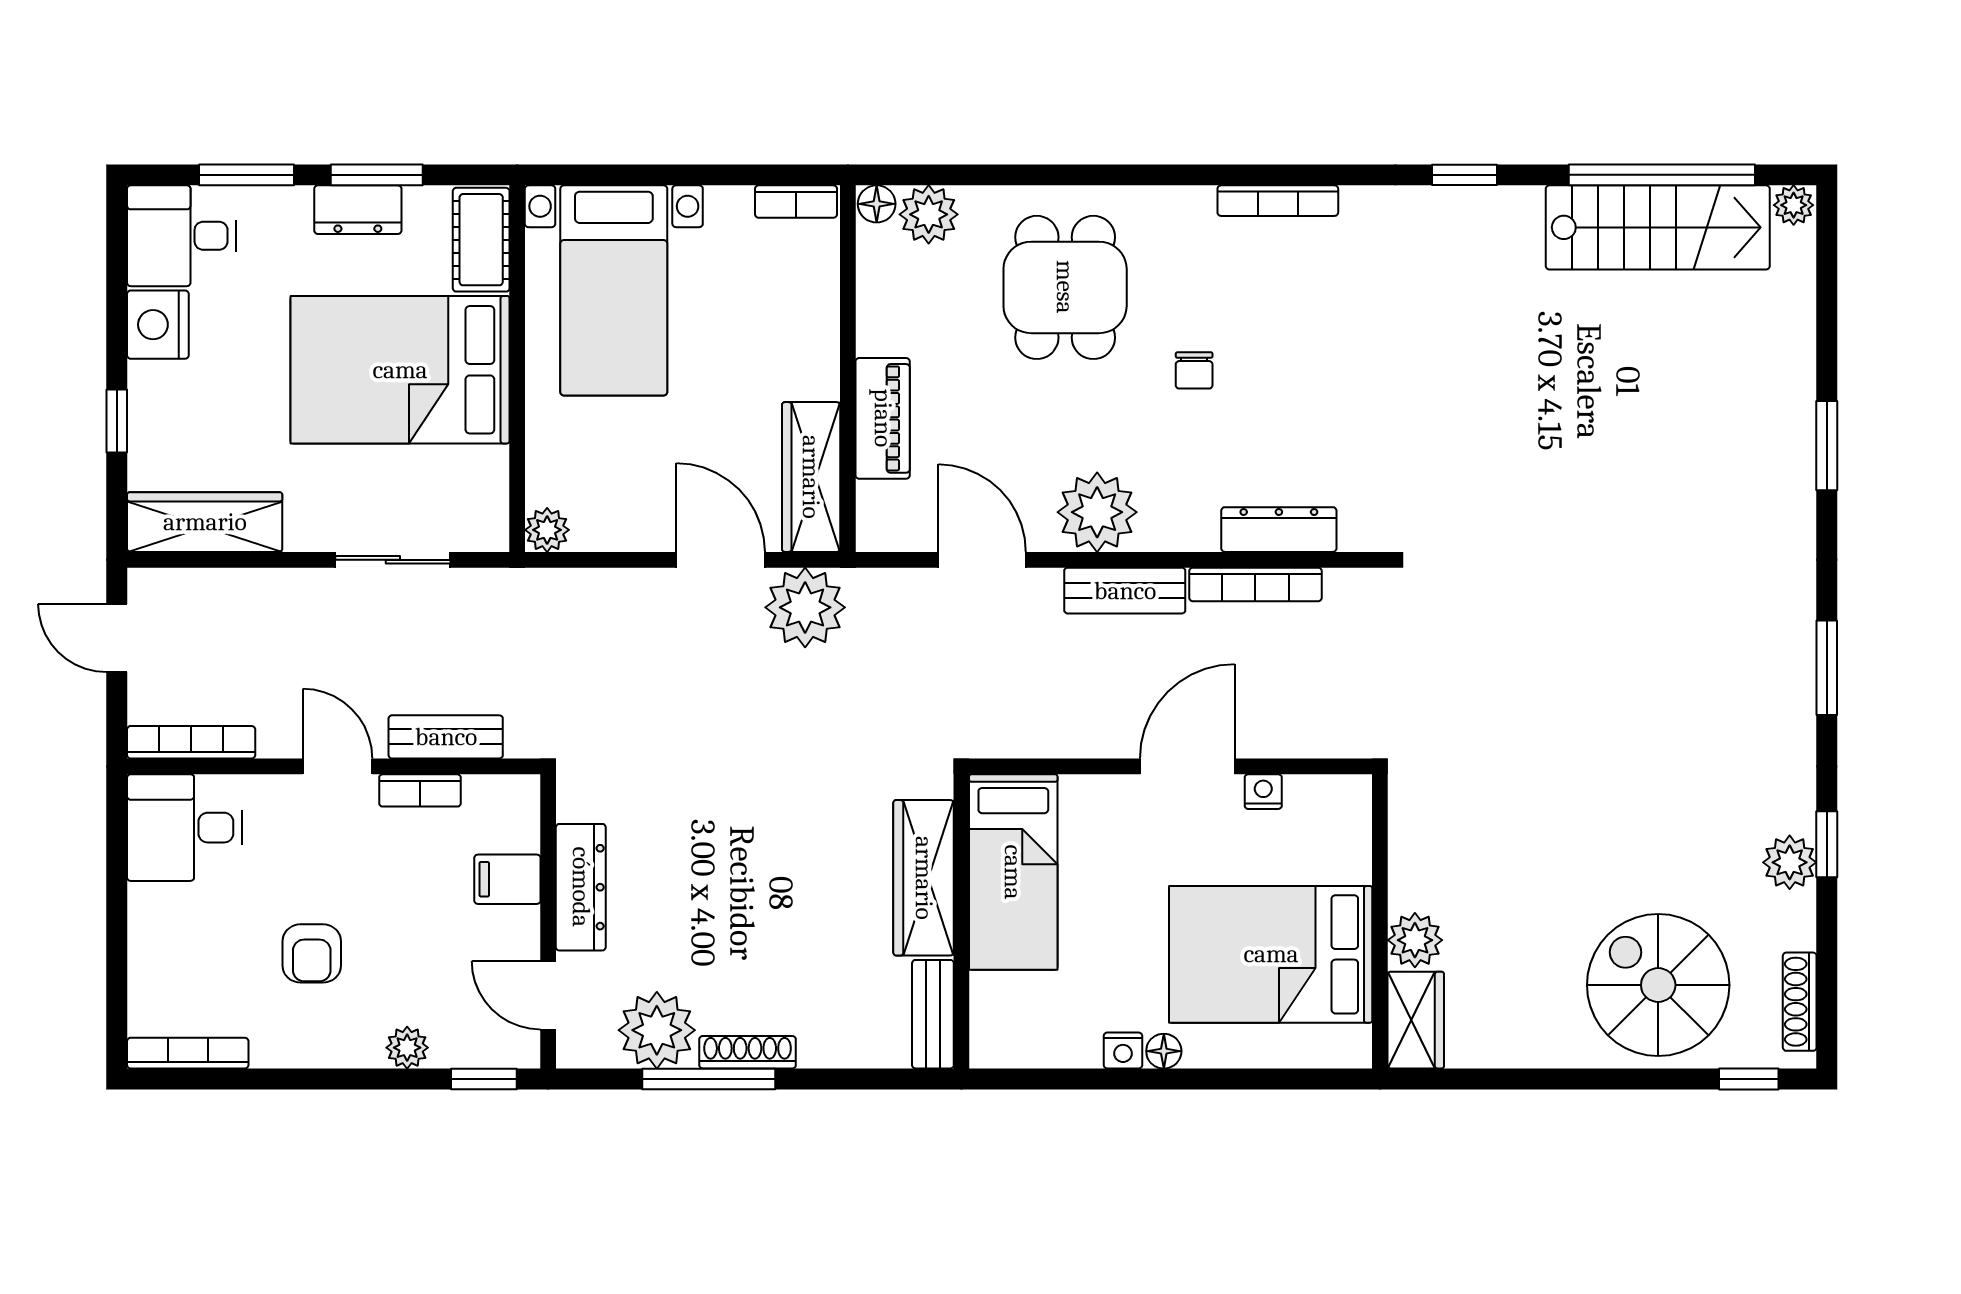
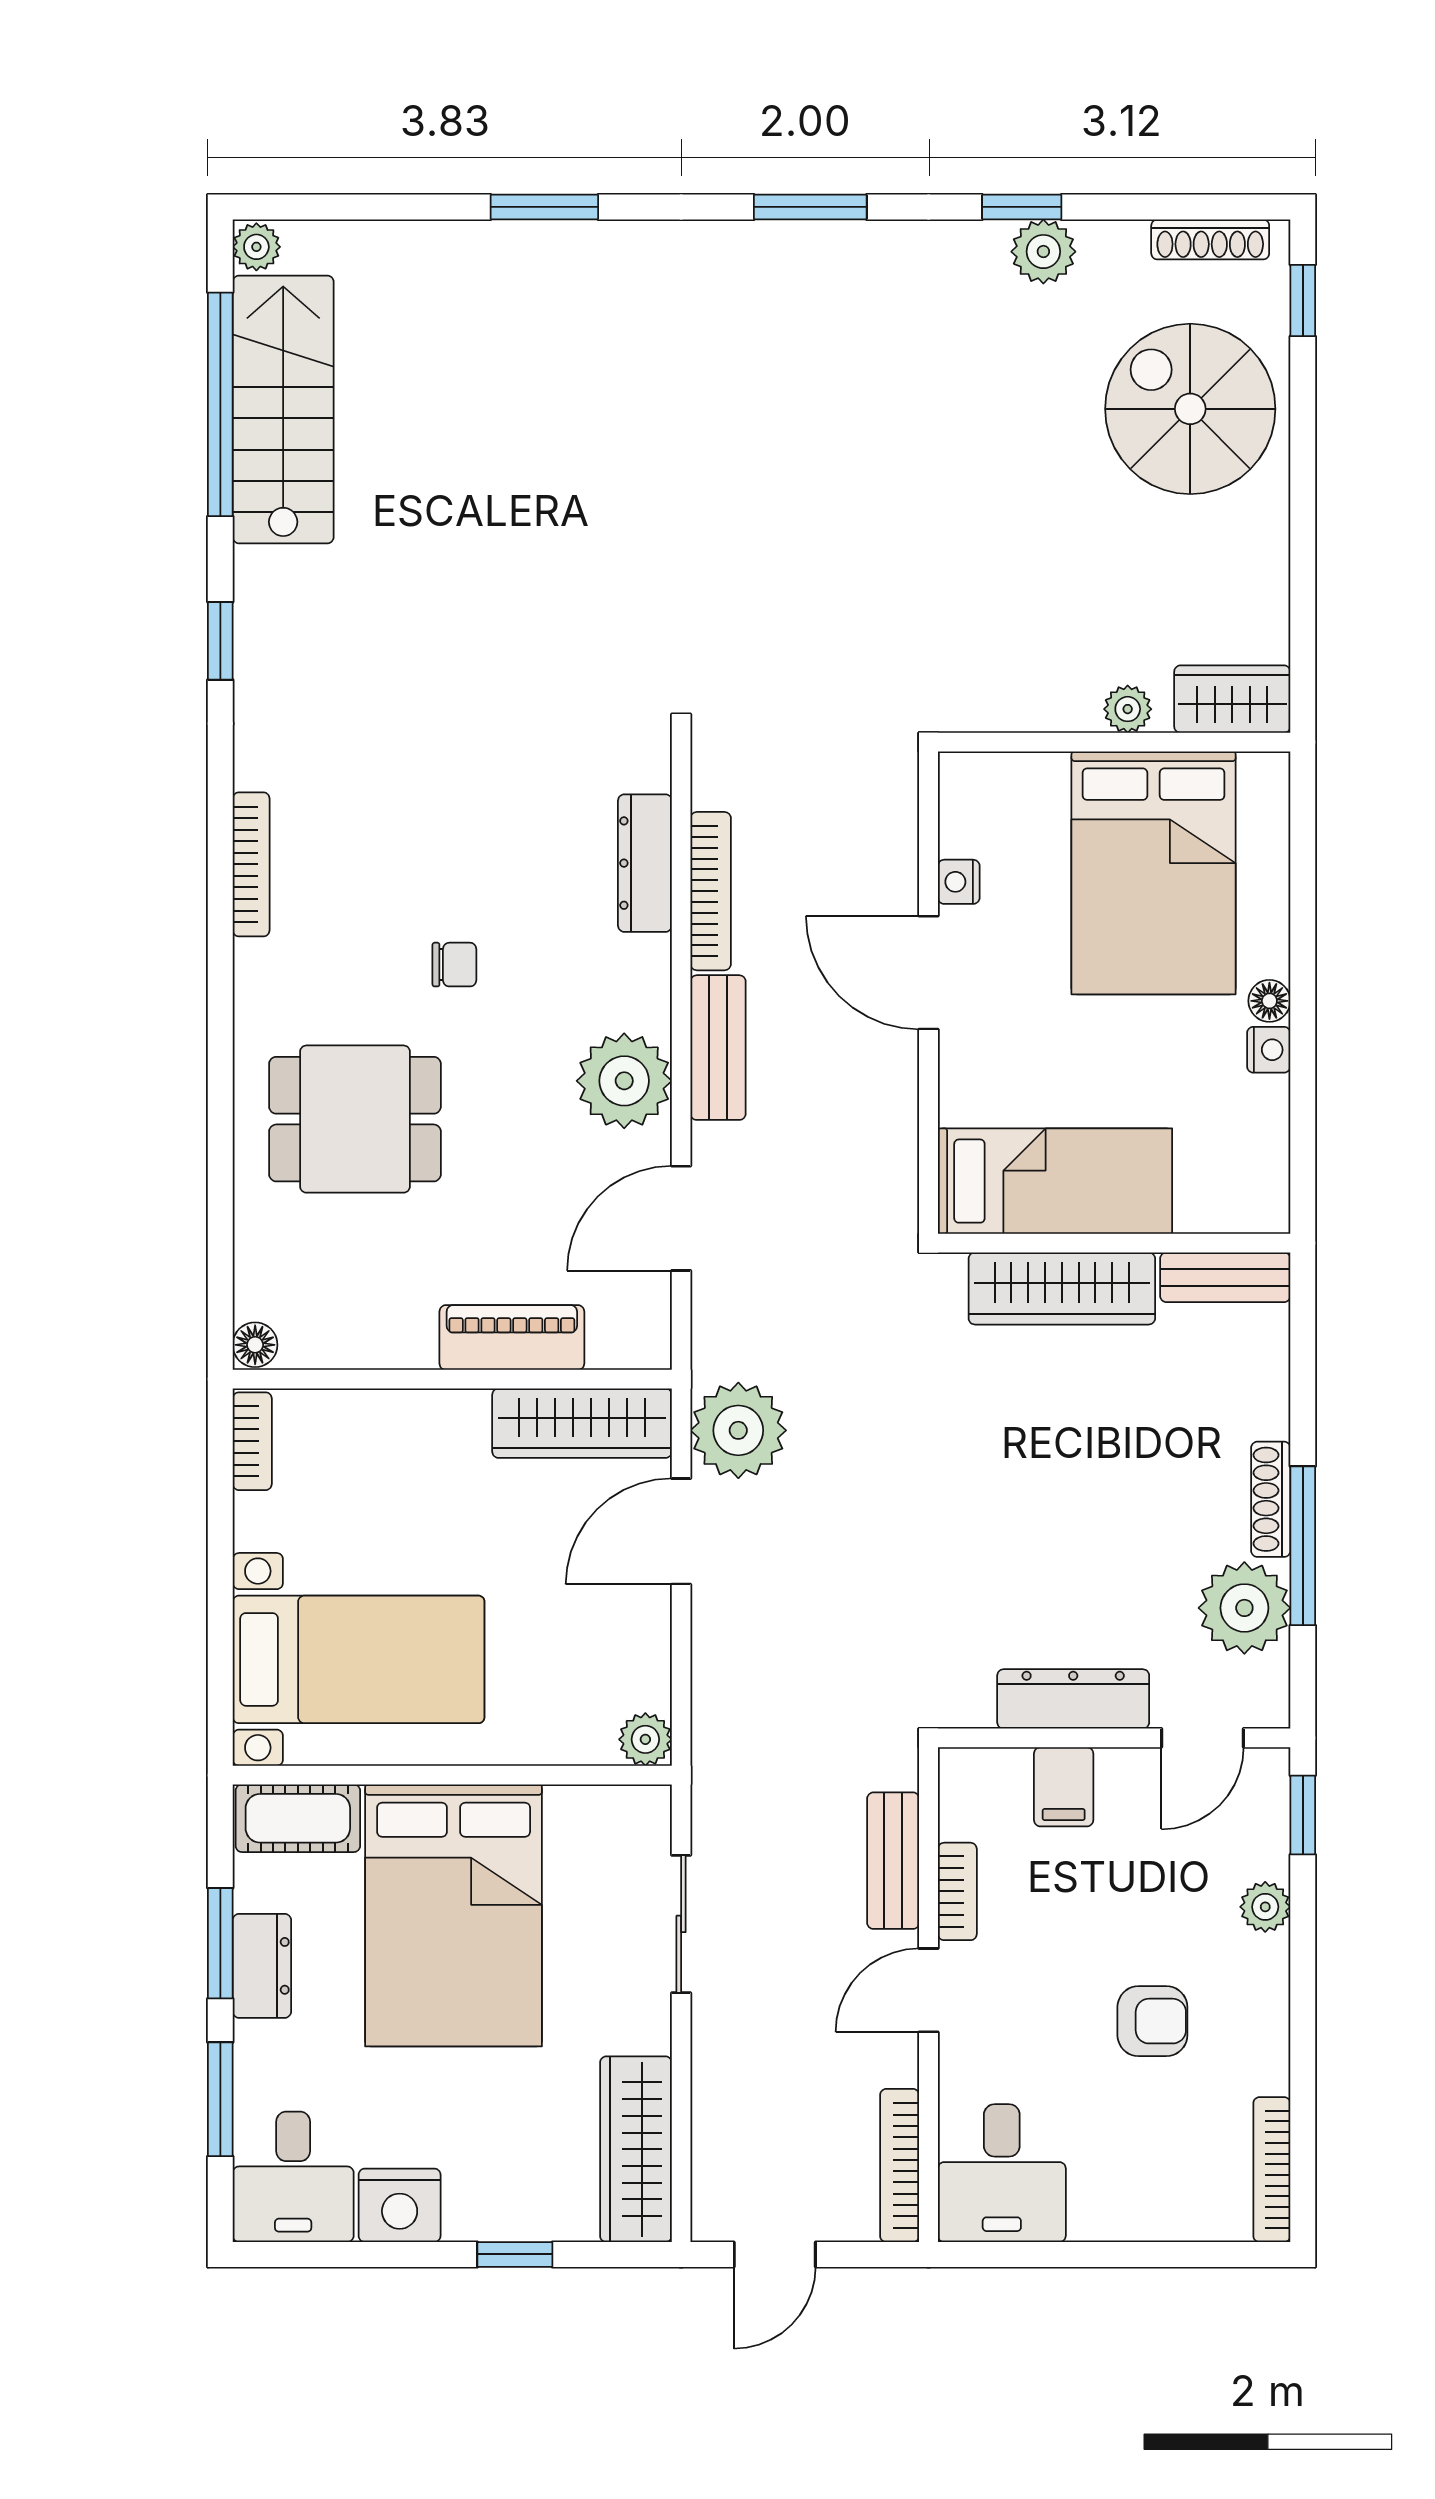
plant: (929, 214) -> (268, 1282), removed
plant: (1415, 940) -> (1128, 709), width x0.73, depth x0.73
spiral stairs: (1658, 985) -> (1190, 409), turned 90

